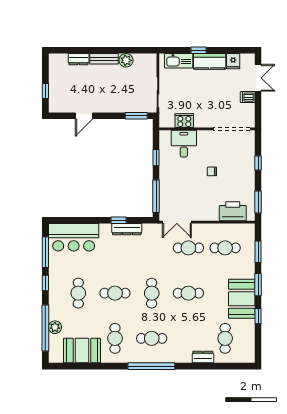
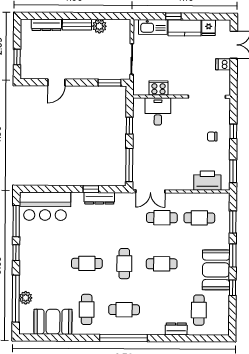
dresser: (79, 59) -> (46, 25), width x1.44
chair: (212, 171) -> (212, 137), moved
cafe table: (78, 293) -> (49, 263), removed

